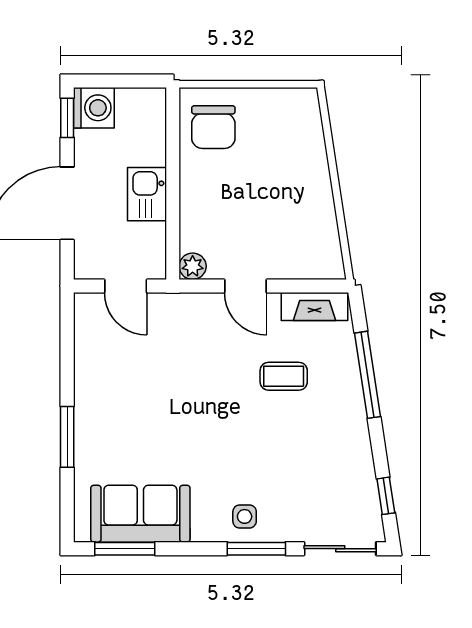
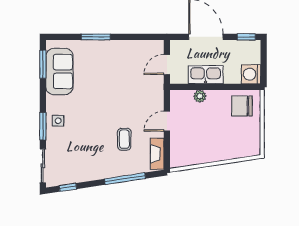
washing machine: (94, 108) -> (251, 74), moved, turned 90
kitchen sink: (147, 194) -> (206, 75), width x1.38
plant: (193, 266) -> (200, 96), moved

